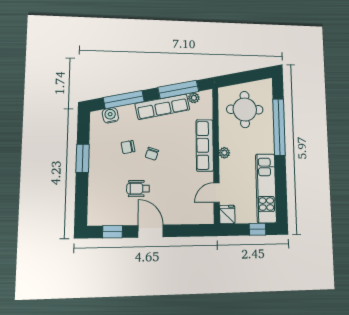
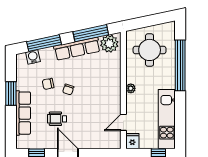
plant: (194, 98) -> (109, 44), width x1.87, depth x1.87
row of seats: (205, 145) -> (23, 113), moved, turned 180

